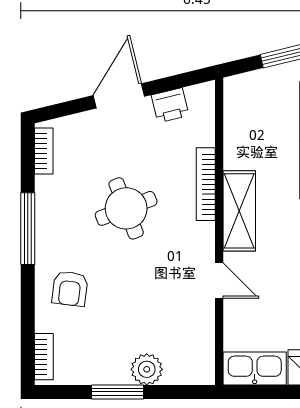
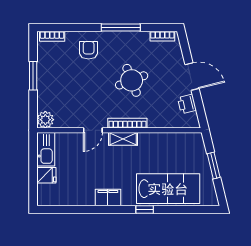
bookcase: (206, 184) -> (127, 123), moved
shelving: (239, 211) -> (123, 139), width x0.67, depth x0.75
armchair: (70, 289) -> (89, 50), turned 83
plant: (147, 369) -> (45, 120), moved

